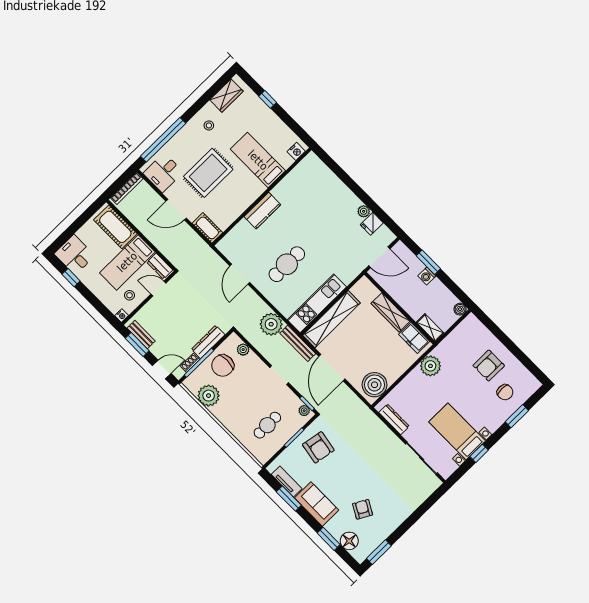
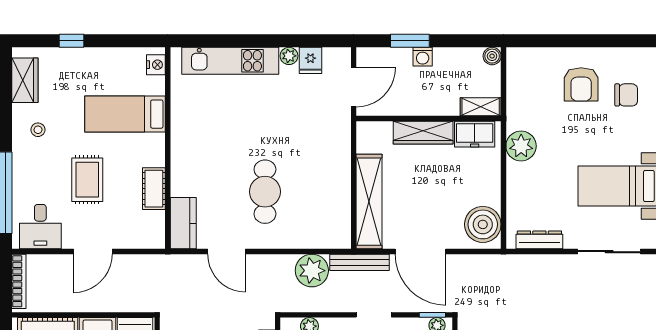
rug: (208, 173) -> (87, 180), width x0.73, depth x0.70
kitchen counter: (262, 211) -> (183, 223), moved
cot: (207, 228) -> (154, 189), moved, turned 90
kitchen unit: (317, 303) -> (230, 61), moved, turned -90

